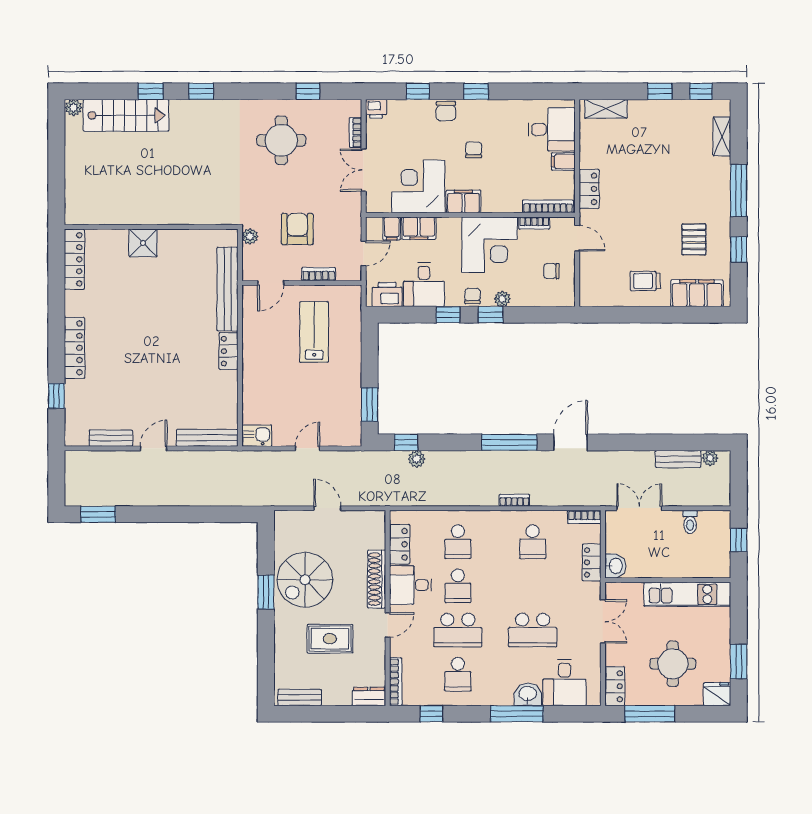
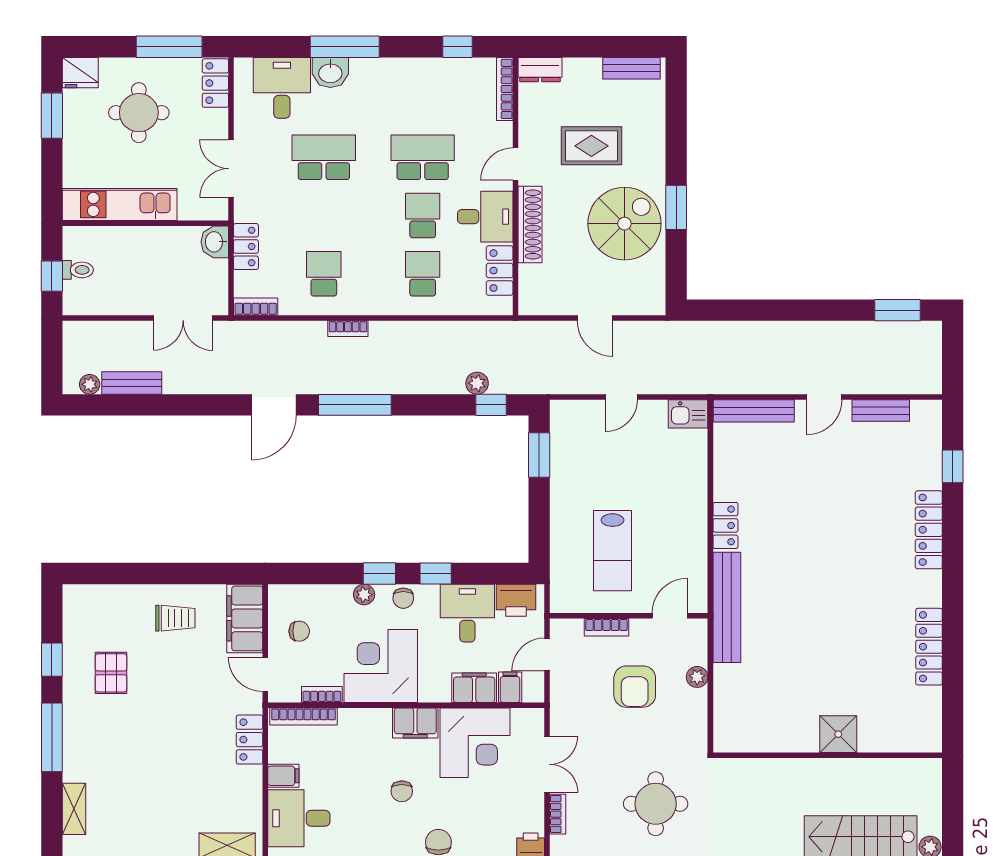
wall: (151, 227) -> (828, 755), moved
shower: (143, 243) -> (838, 734), moved
filing cabinet: (697, 293) -> (245, 618), moved, turned 90
toilet: (690, 522) -> (78, 270), moved, turned 90
school desk: (458, 674) -> (423, 99), removed

